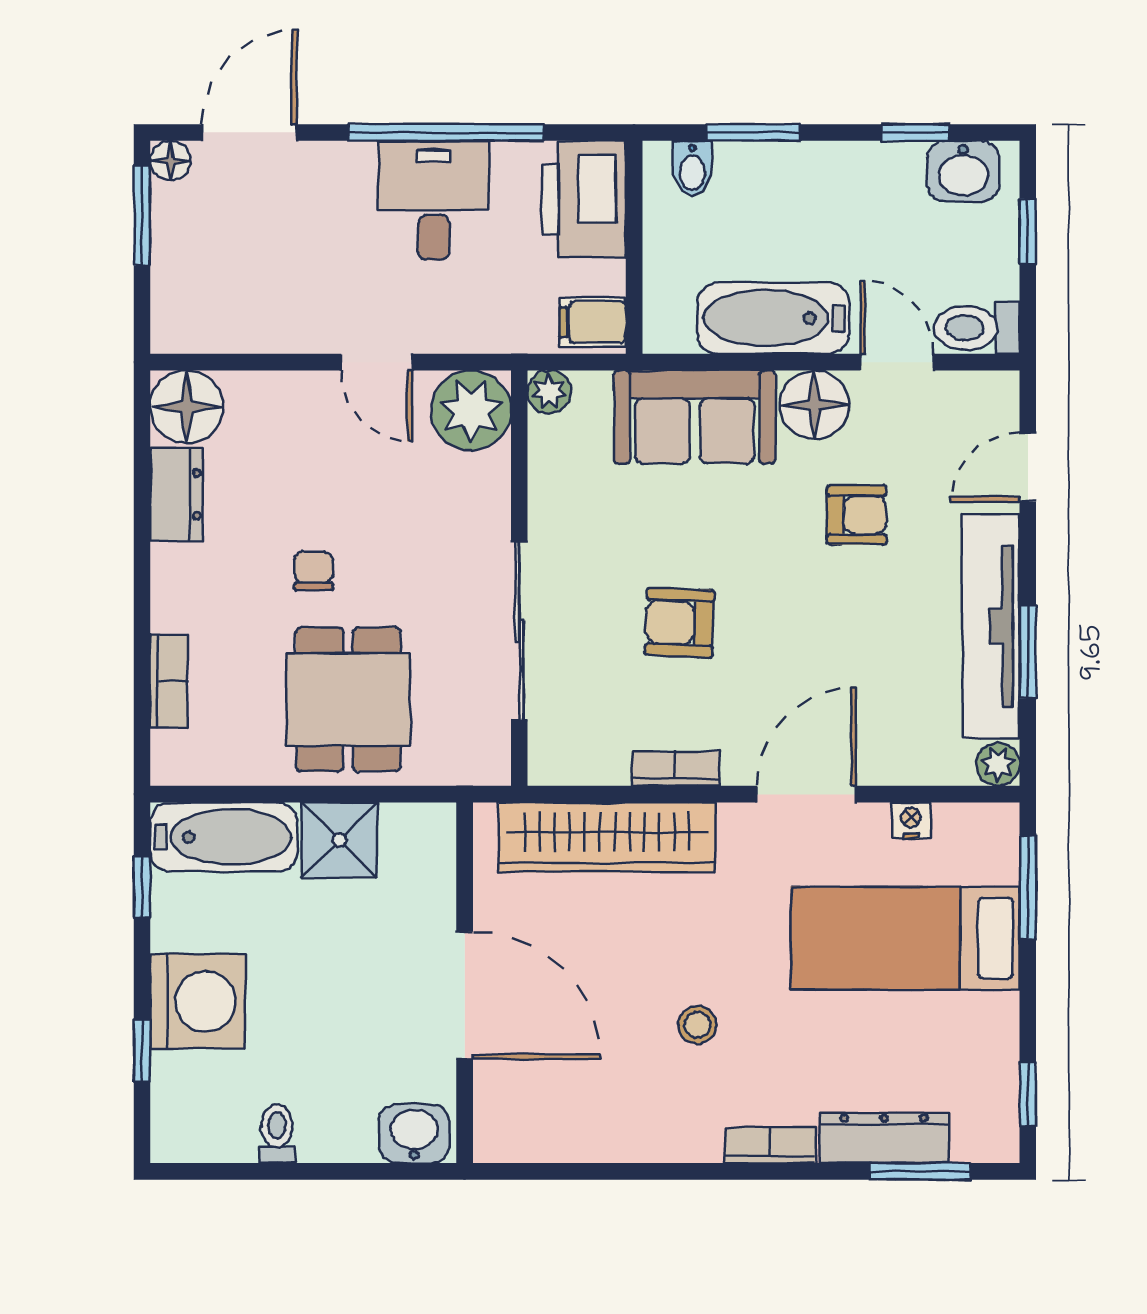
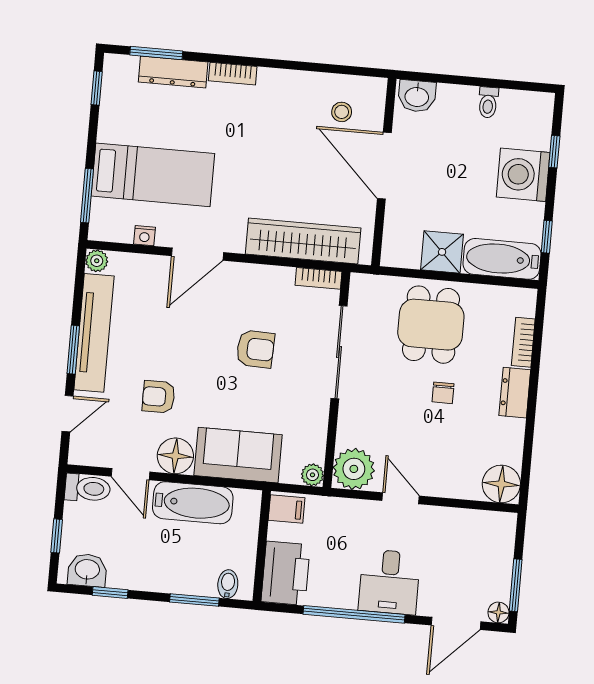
desk: (434, 200) -> (389, 582), moved
dresser: (176, 494) -> (515, 393), moved
window: (1028, 652) -> (73, 350), moved
bookcase: (675, 768) -> (319, 278), moved
stool: (697, 1025) -> (342, 112), moved

